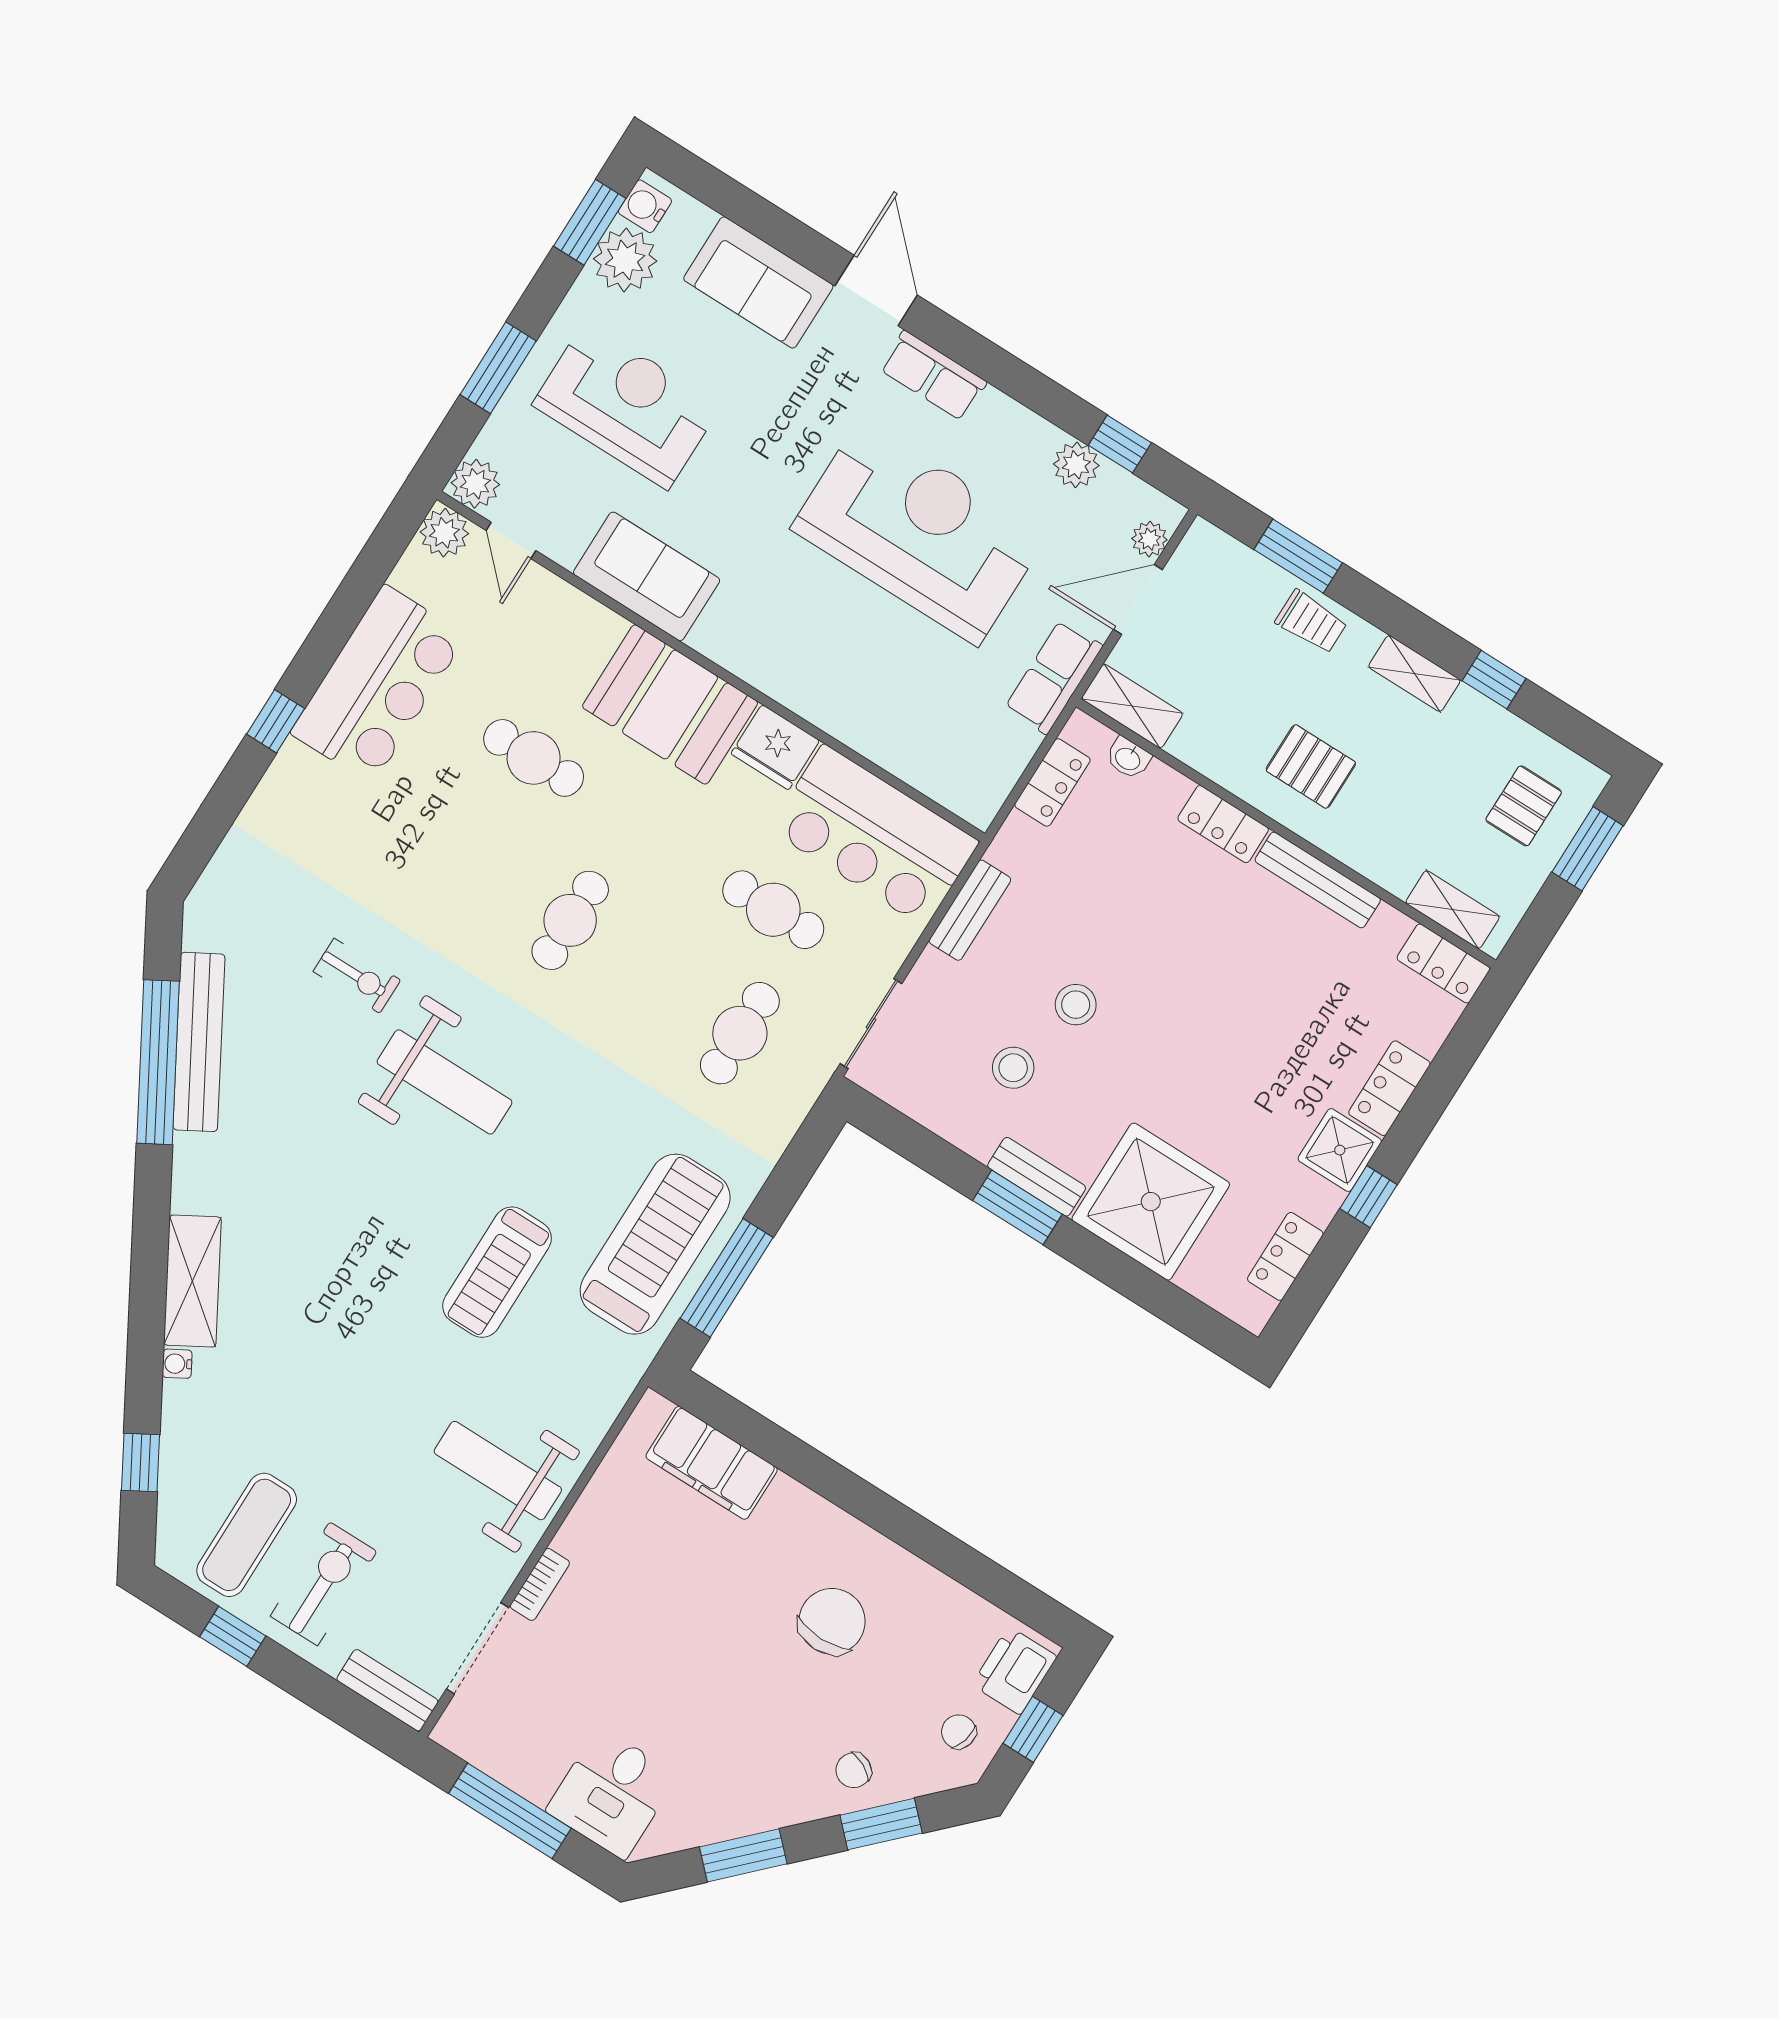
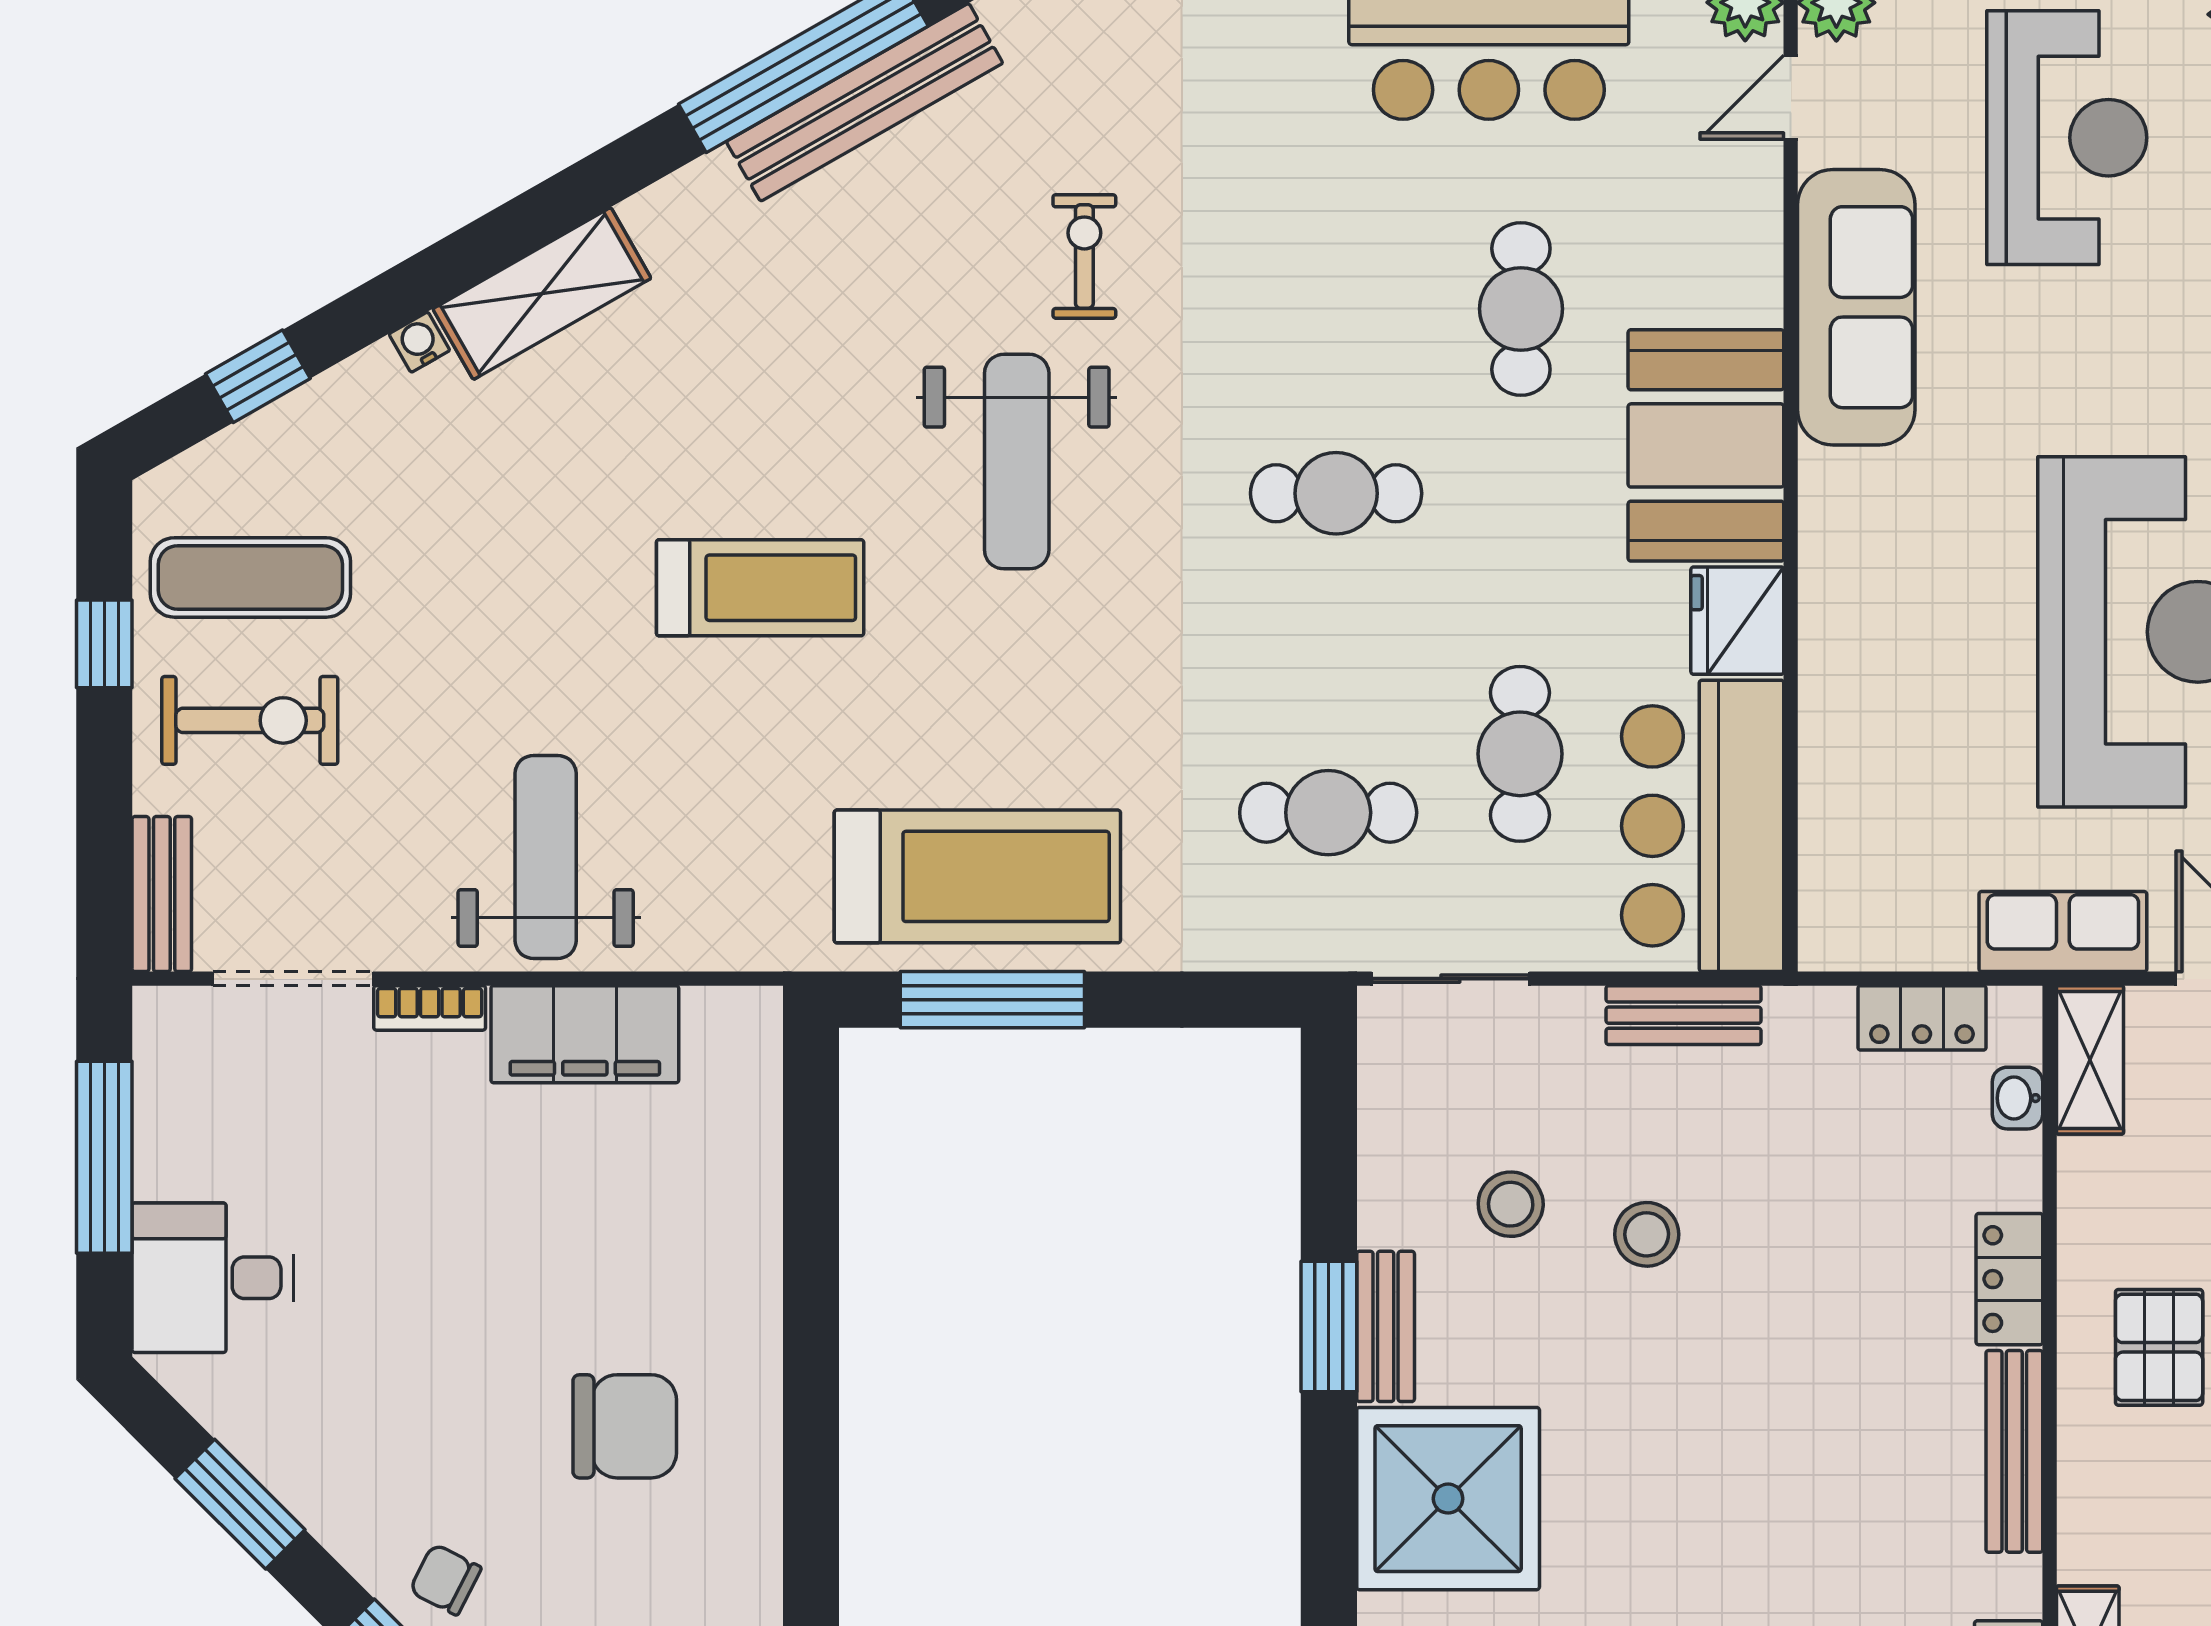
sofa: (647, 576) -> (1856, 307), width x1.36
exercise bike: (357, 976) -> (1084, 256), turned 180
treadmill: (497, 1272) -> (760, 588), moved, turned 180
filing cabinet: (712, 1463) -> (585, 1034), moved, turned -90

